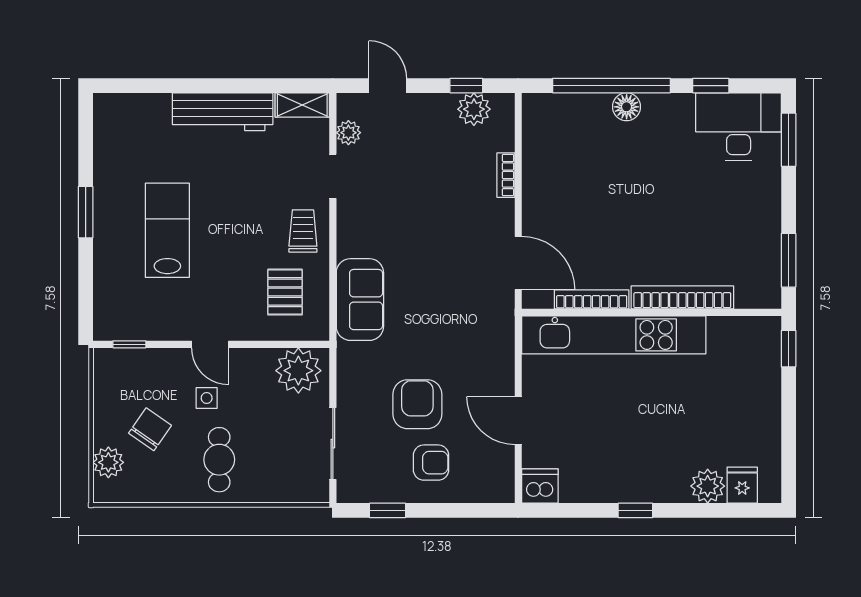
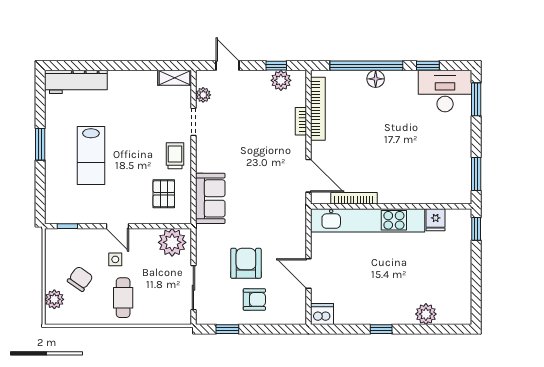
workbench: (223, 112) -> (76, 82), moved
lab bench: (167, 230) -> (91, 155), turned 180
bookcase: (682, 297) -> (318, 109), moved, turned 90
fridge: (742, 485) -> (436, 220), moved, turned 180

